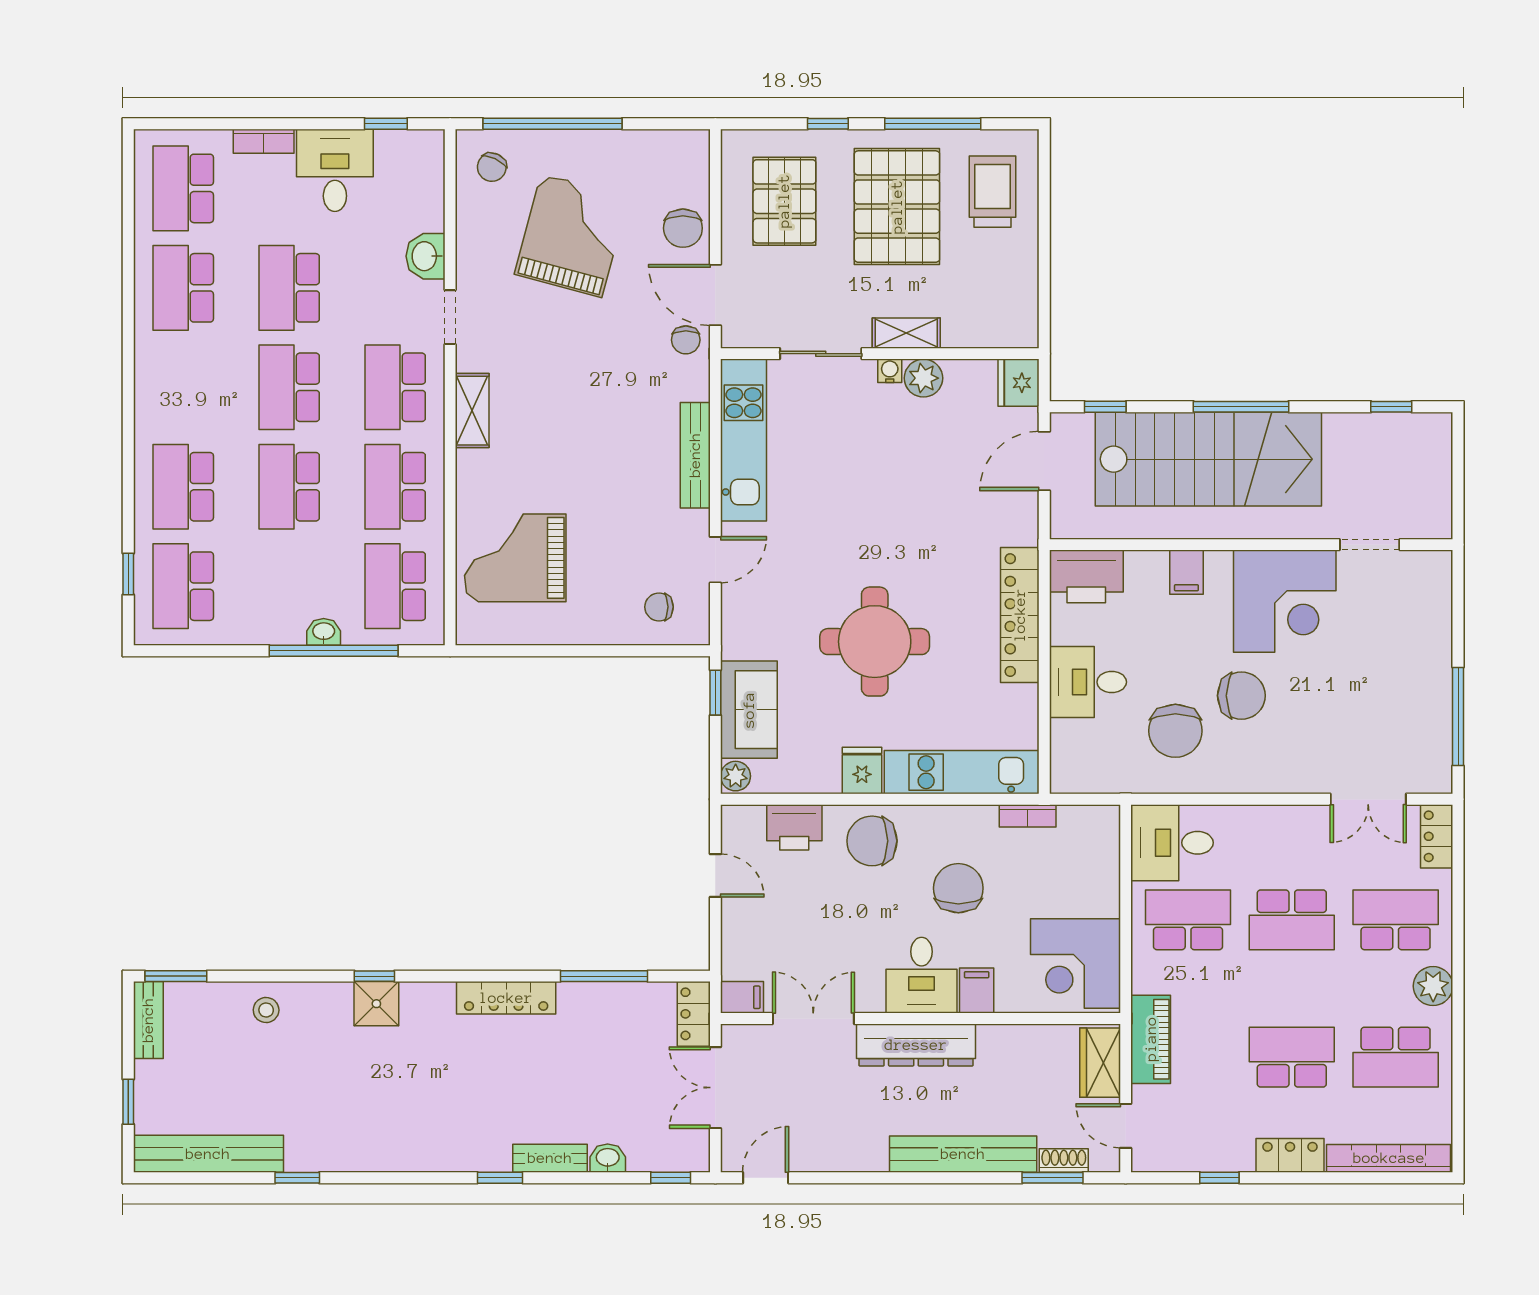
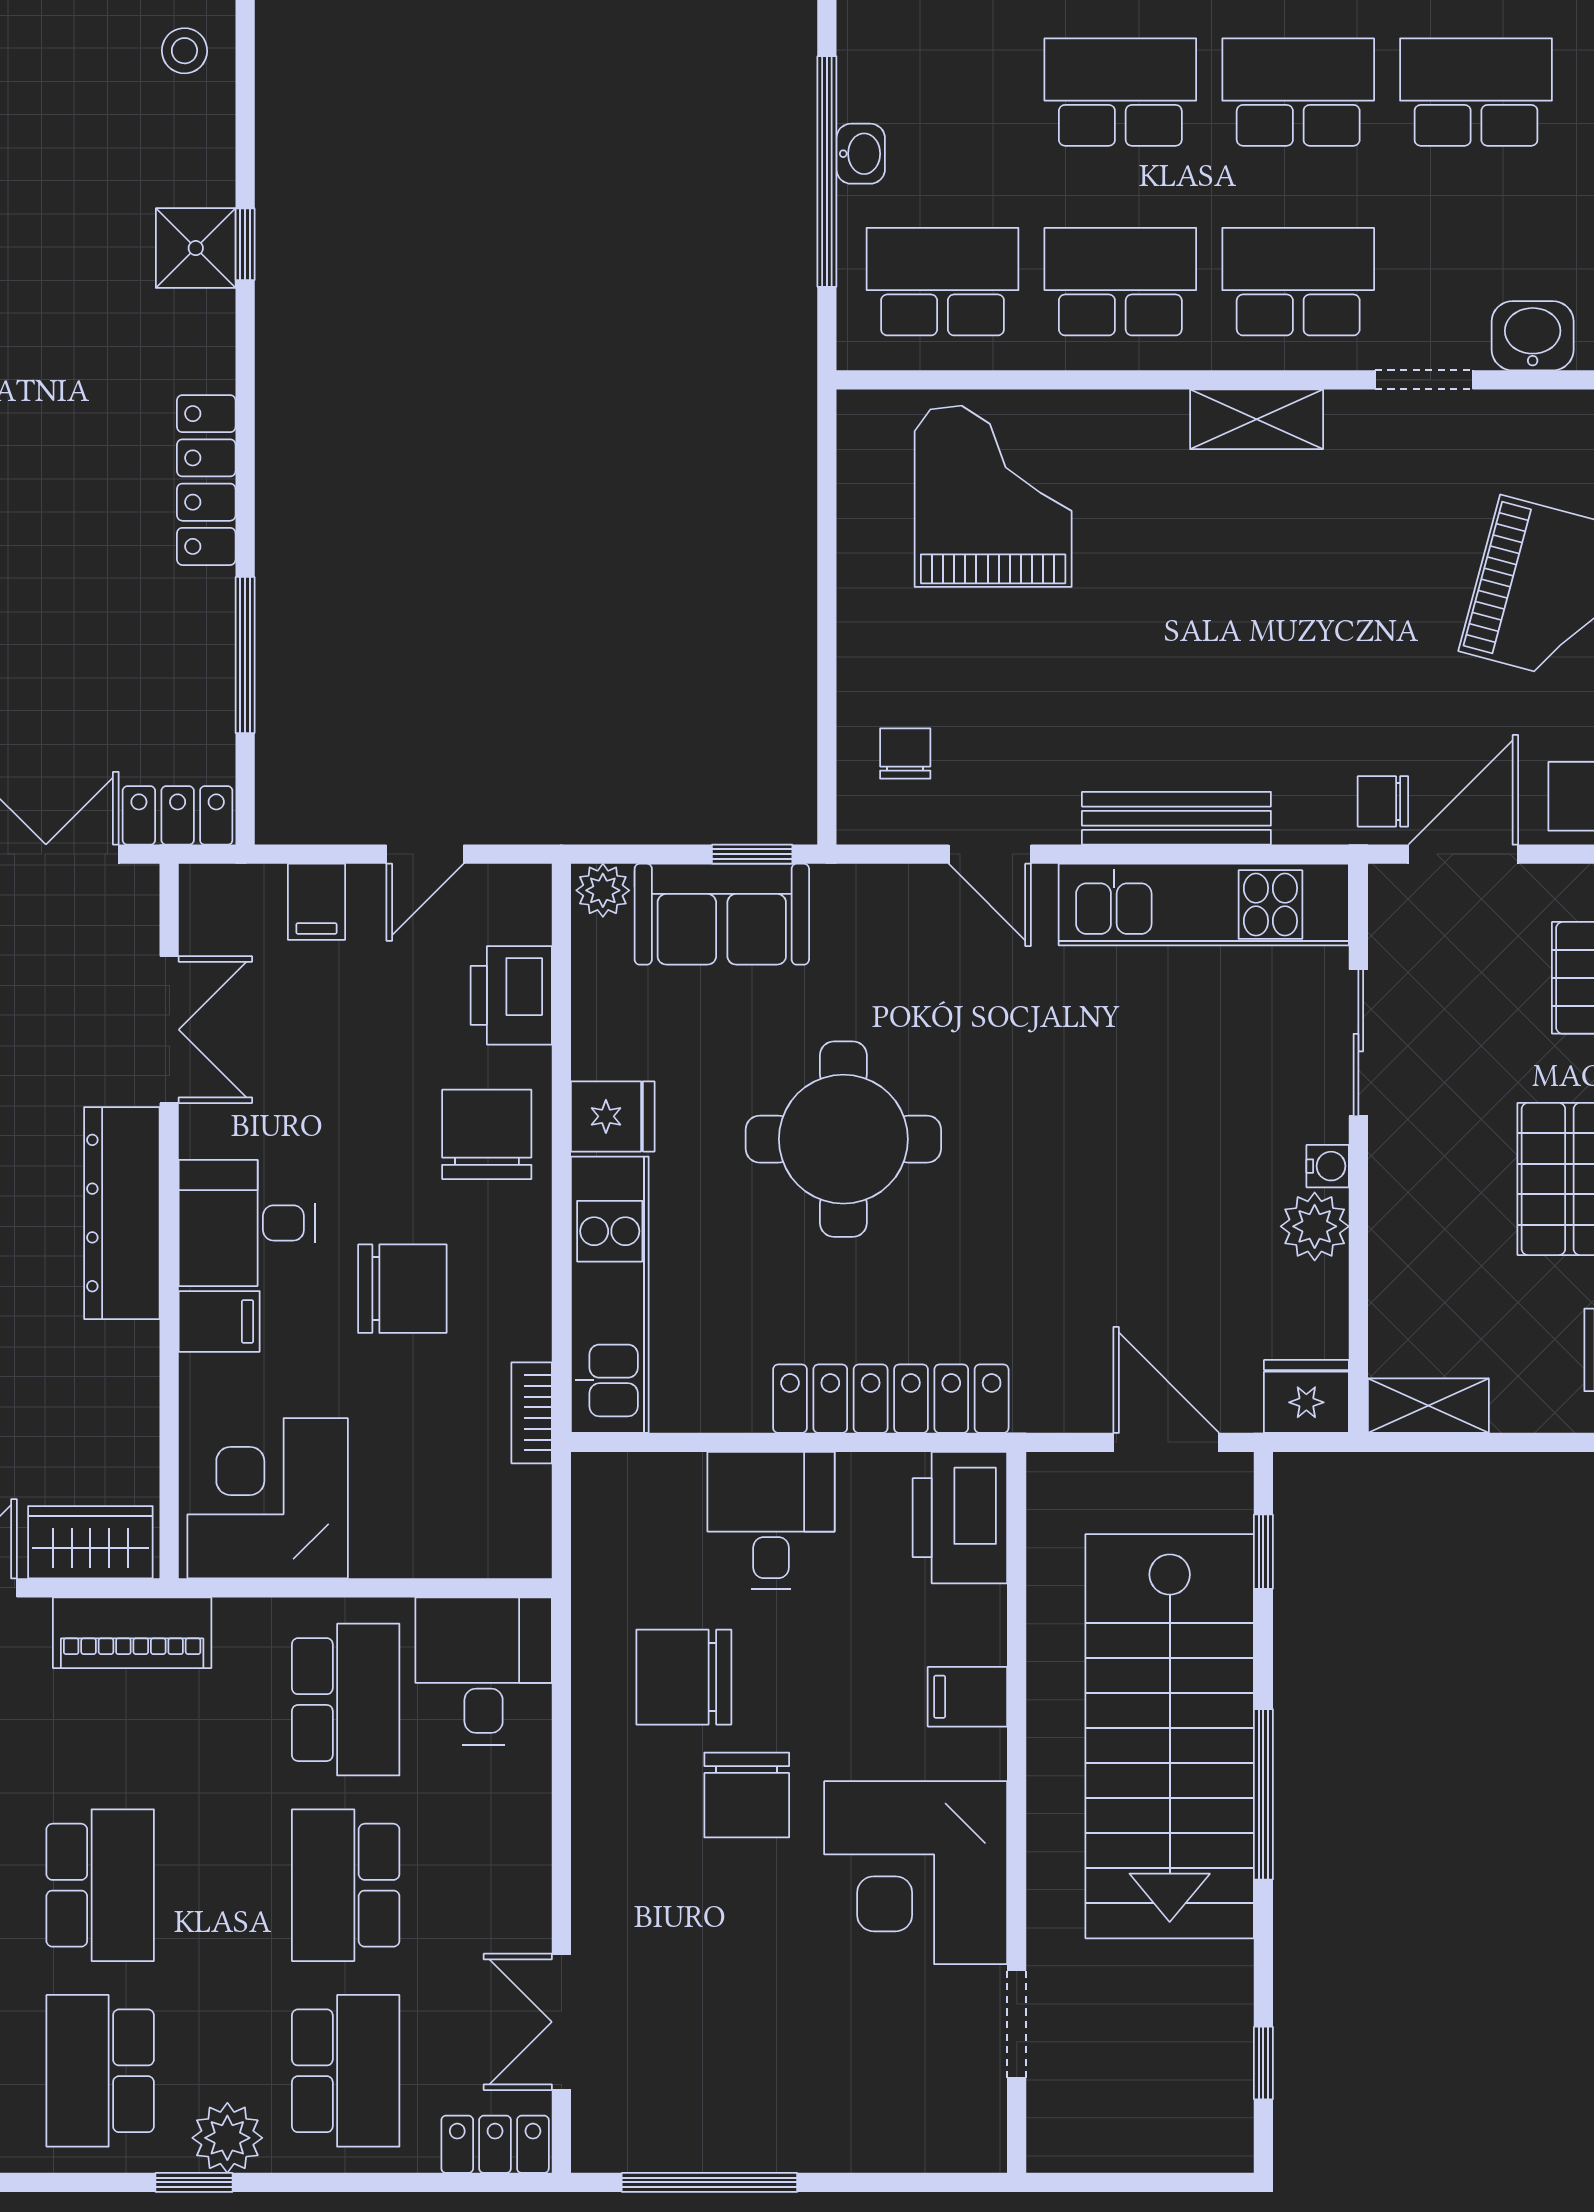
shelving: (906, 333) -> (1428, 1406), moved, turned 90
filing cabinet: (742, 997) -> (316, 902), moved
window: (1458, 1005) -> (194, 2182), added

